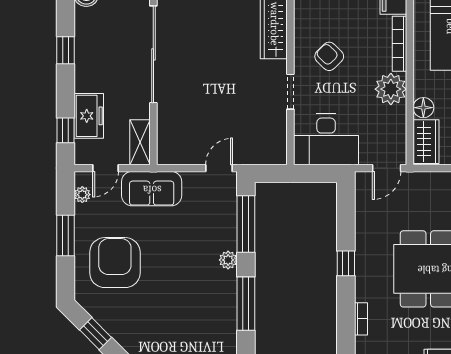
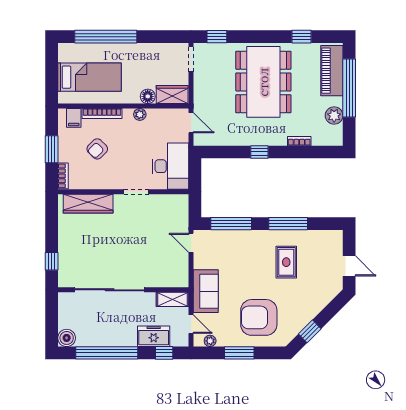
window: (65, 50) -> (107, 353), width x3.17
armchair: (329, 56) -> (97, 149), moved
plant: (391, 89) -> (140, 114), width x0.53, depth x0.53
plant: (228, 260) -> (257, 236), removed
rug: (192, 301) -> (286, 262), added

